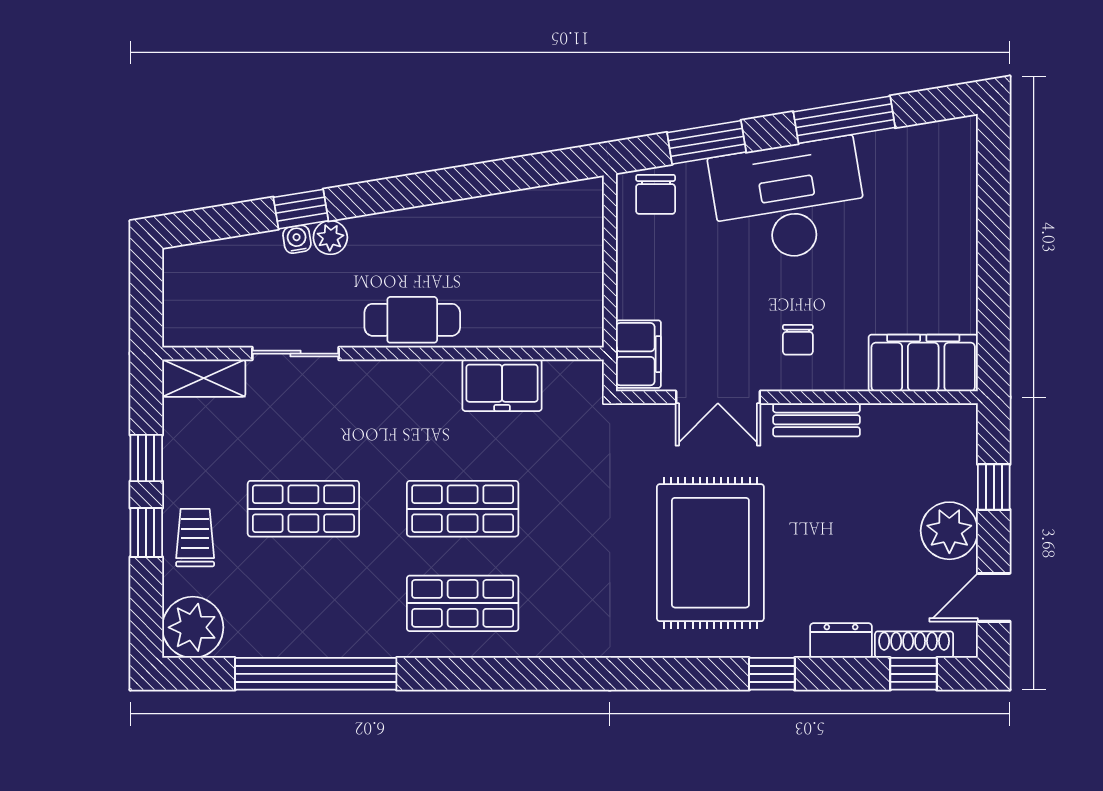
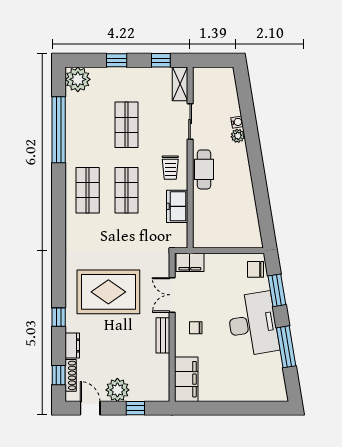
window: (301, 209) -> (249, 124), removed
window: (146, 458) -> (161, 60), moved
trolley: (195, 538) -> (170, 168), moved, turned 90

